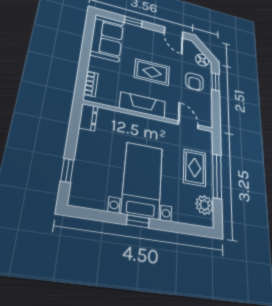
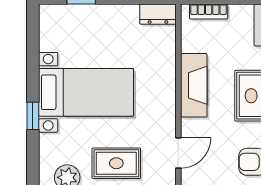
window: (138, 221) -> (33, 116), moved

